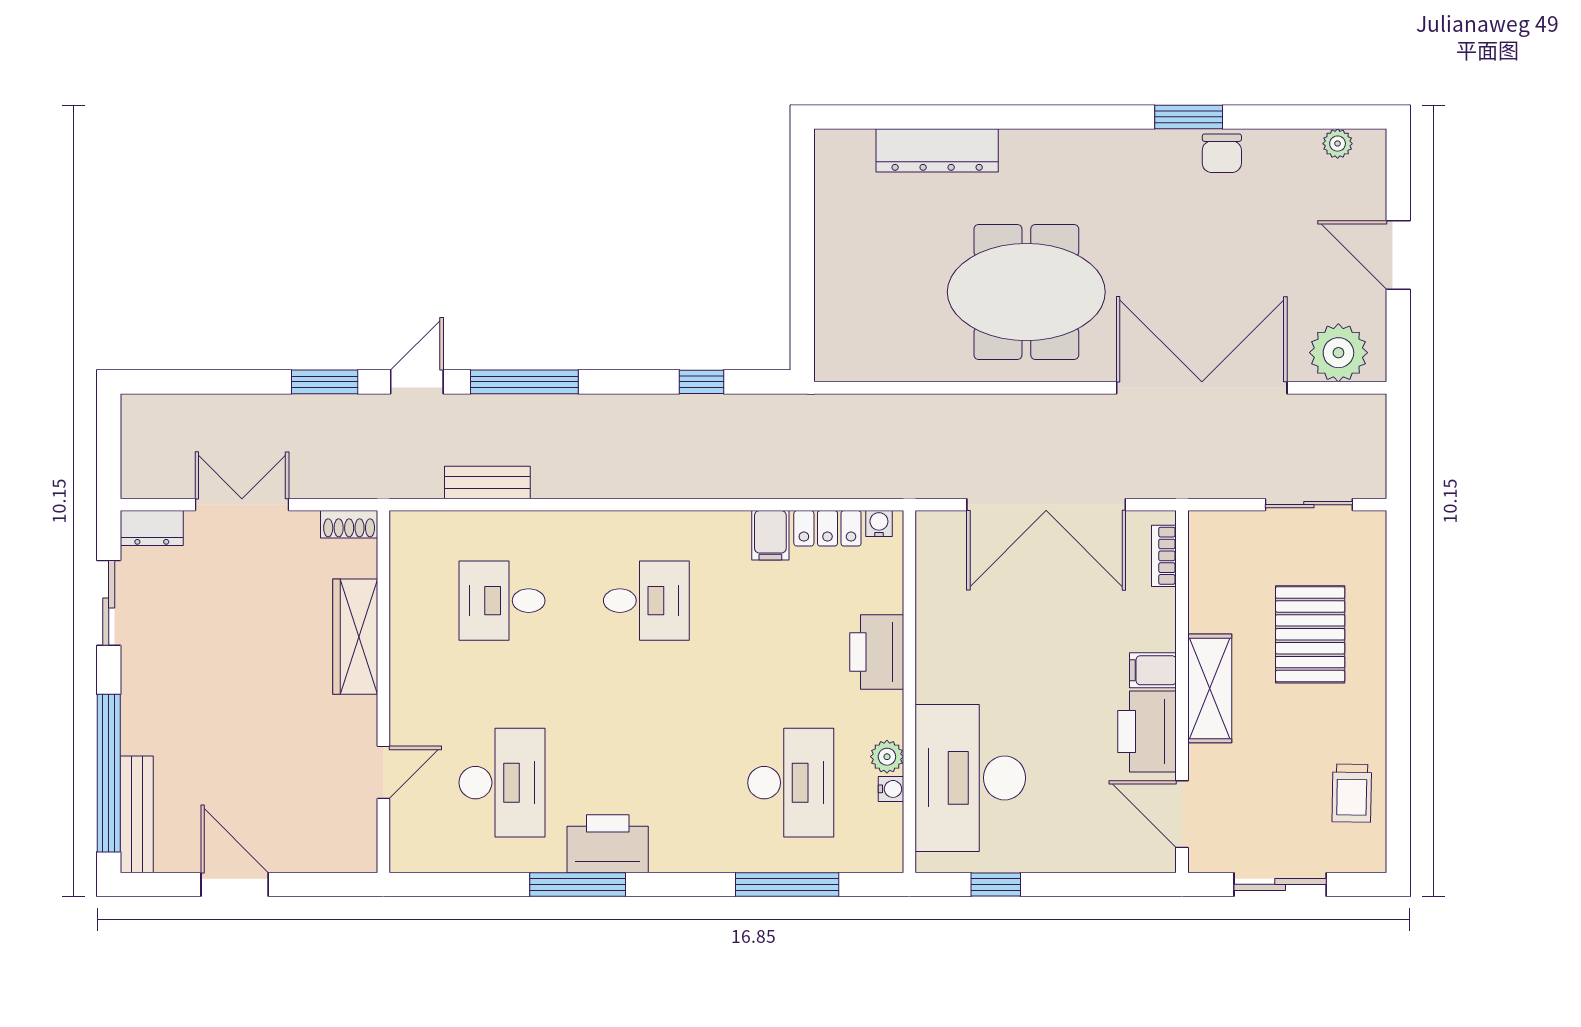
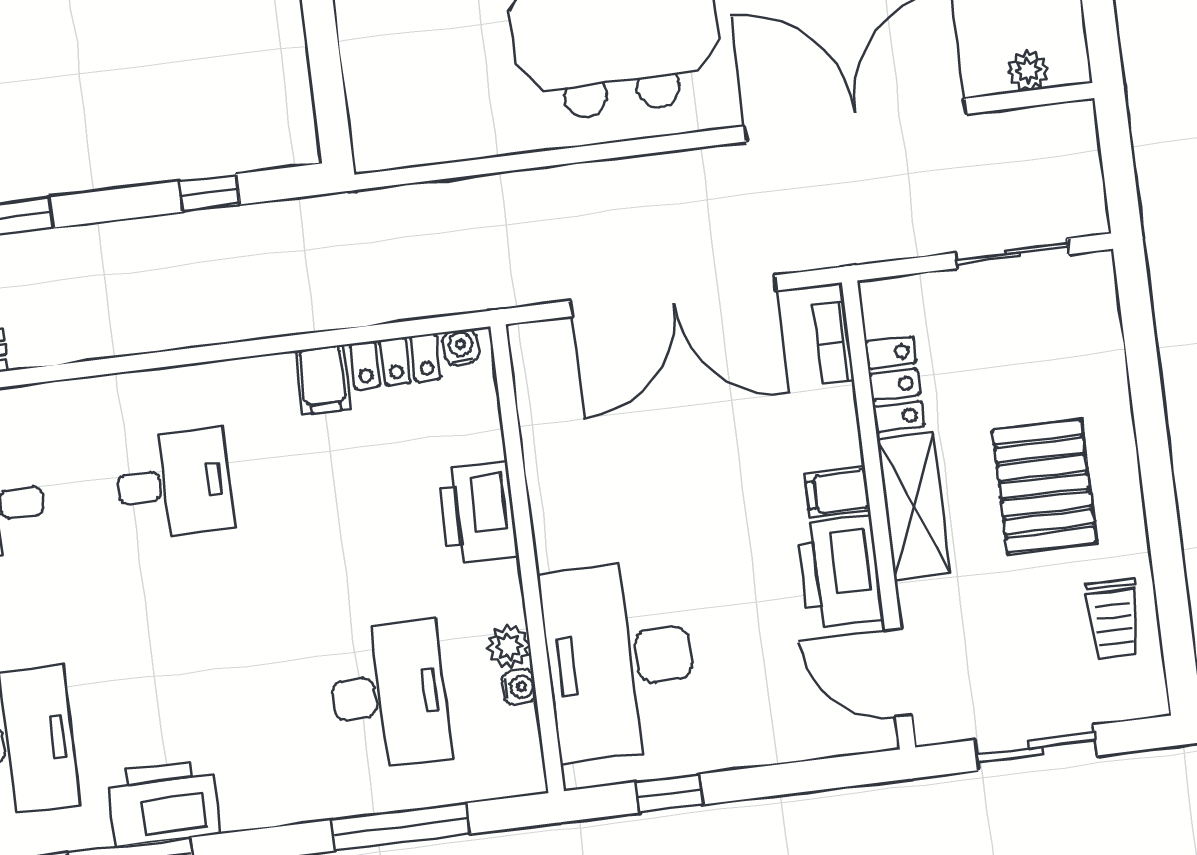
plant: (1338, 353) -> (1028, 71), width x0.53, depth x0.53
locker: (1207, 594) -> (895, 385), added
pallet: (1310, 634) -> (1044, 486), moved

